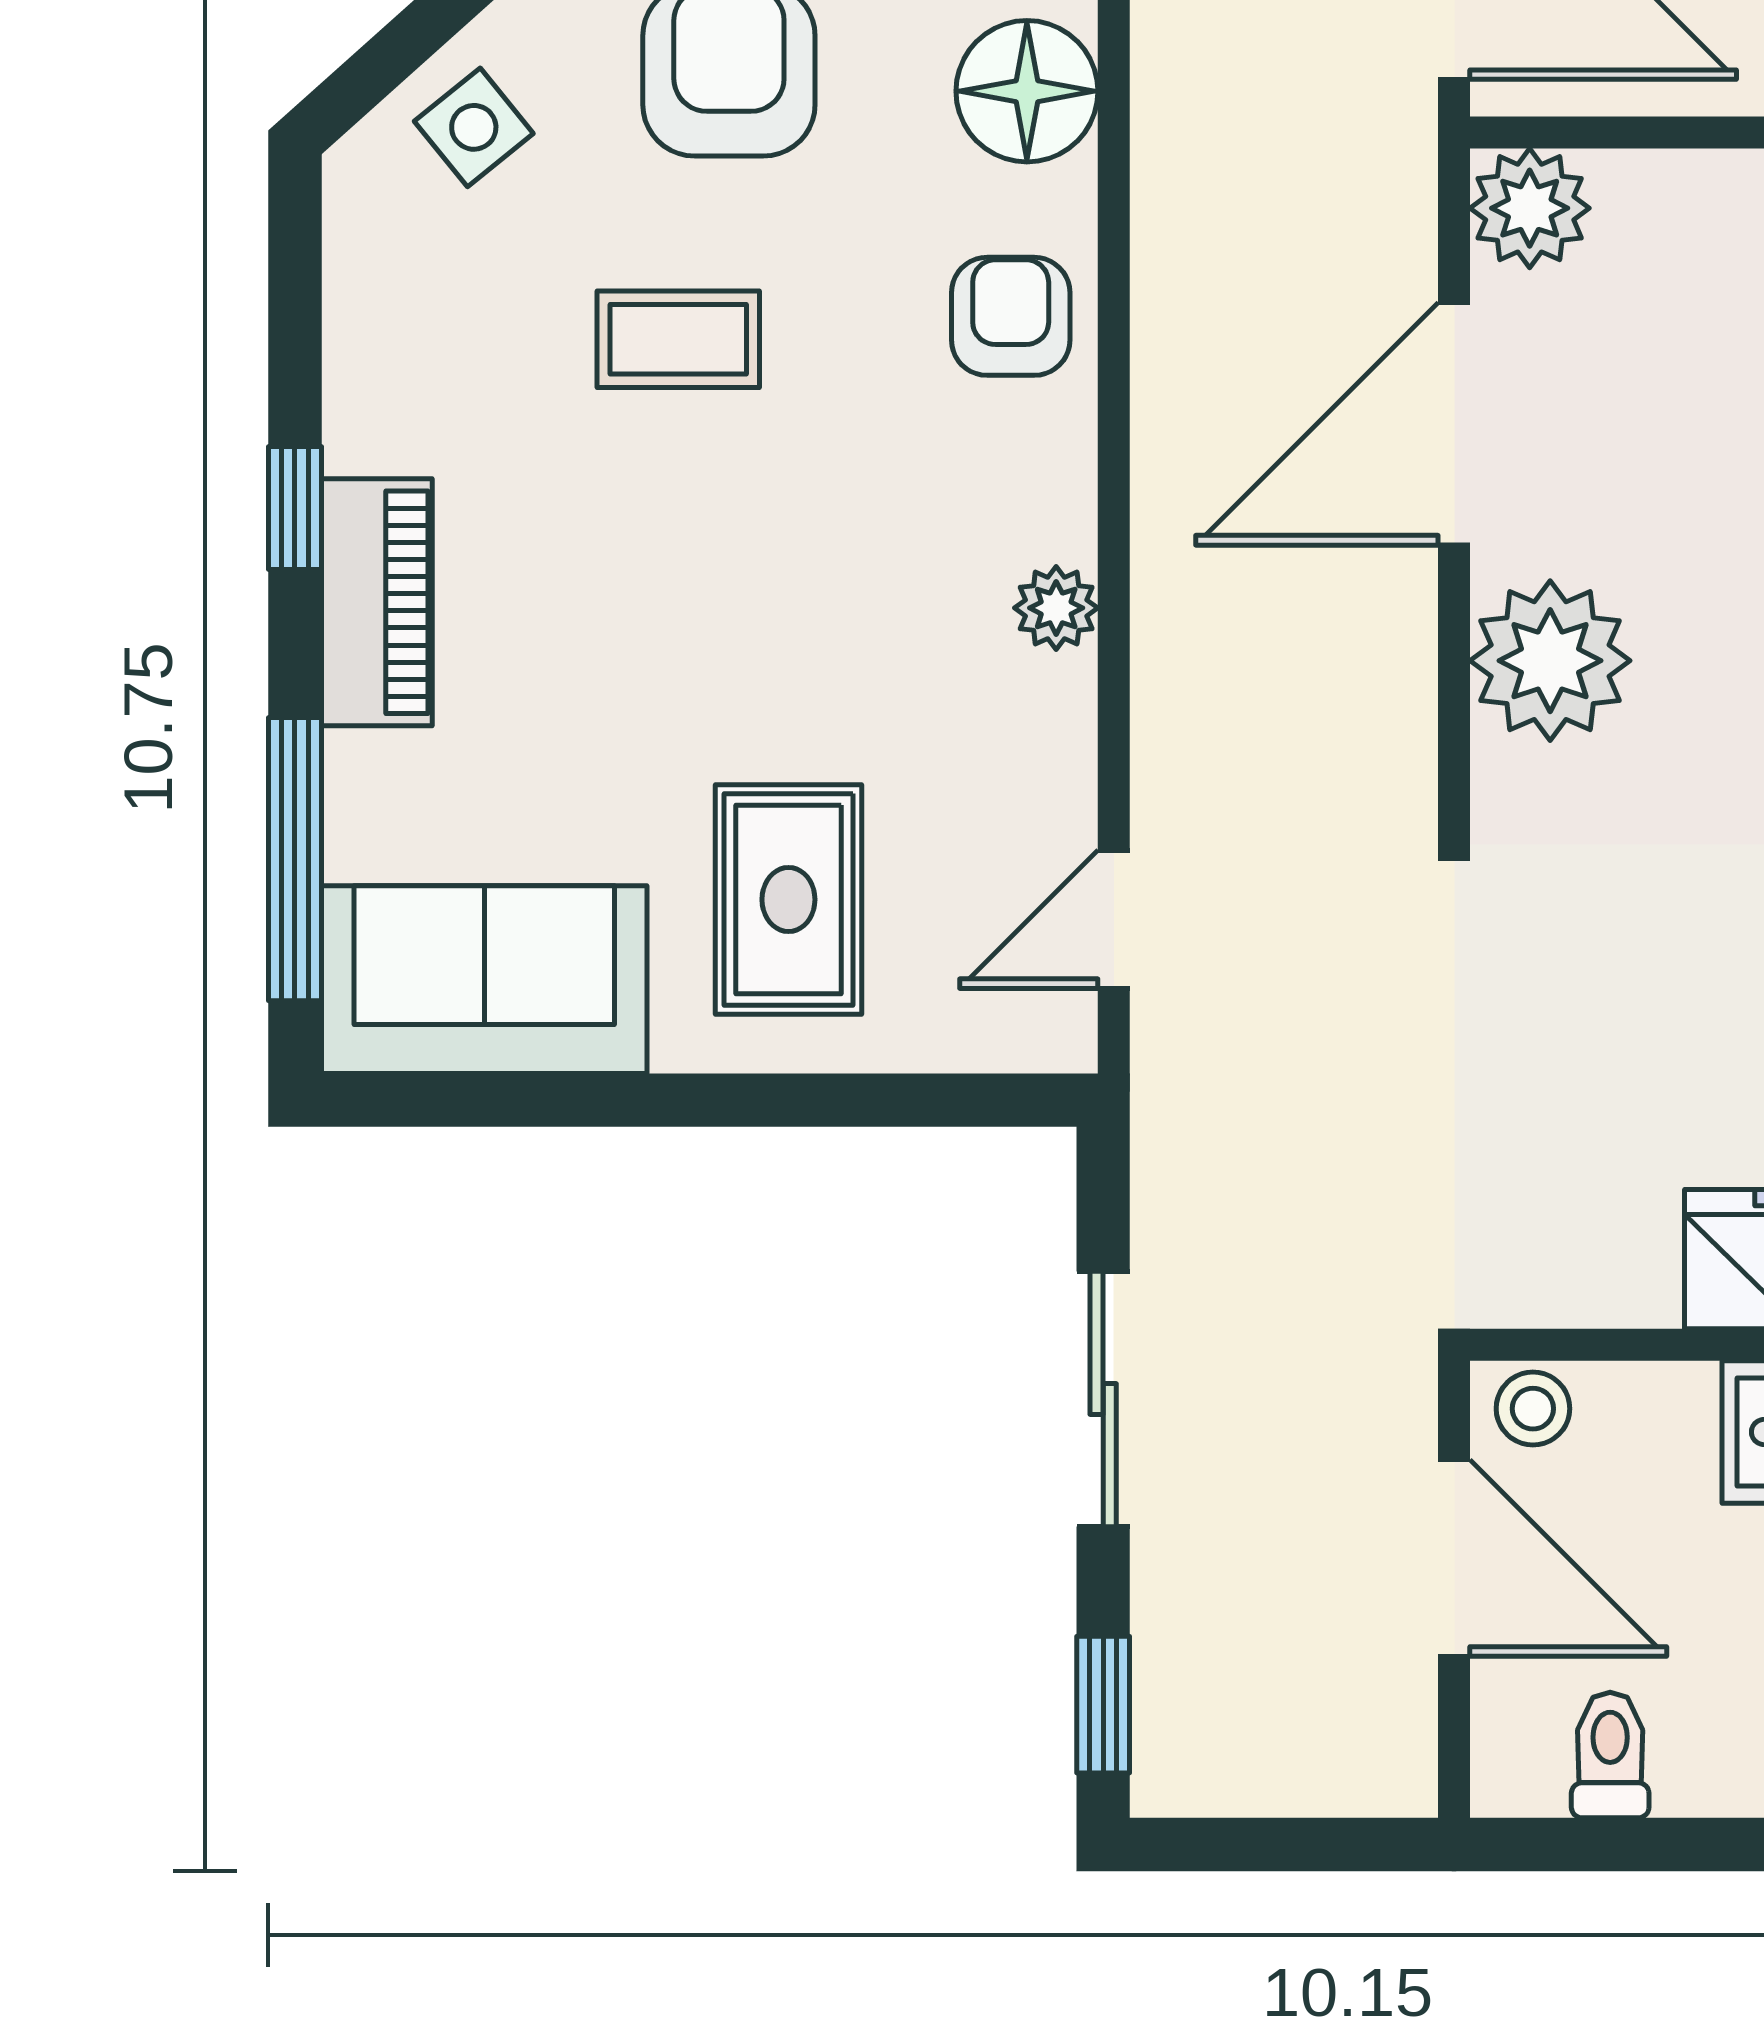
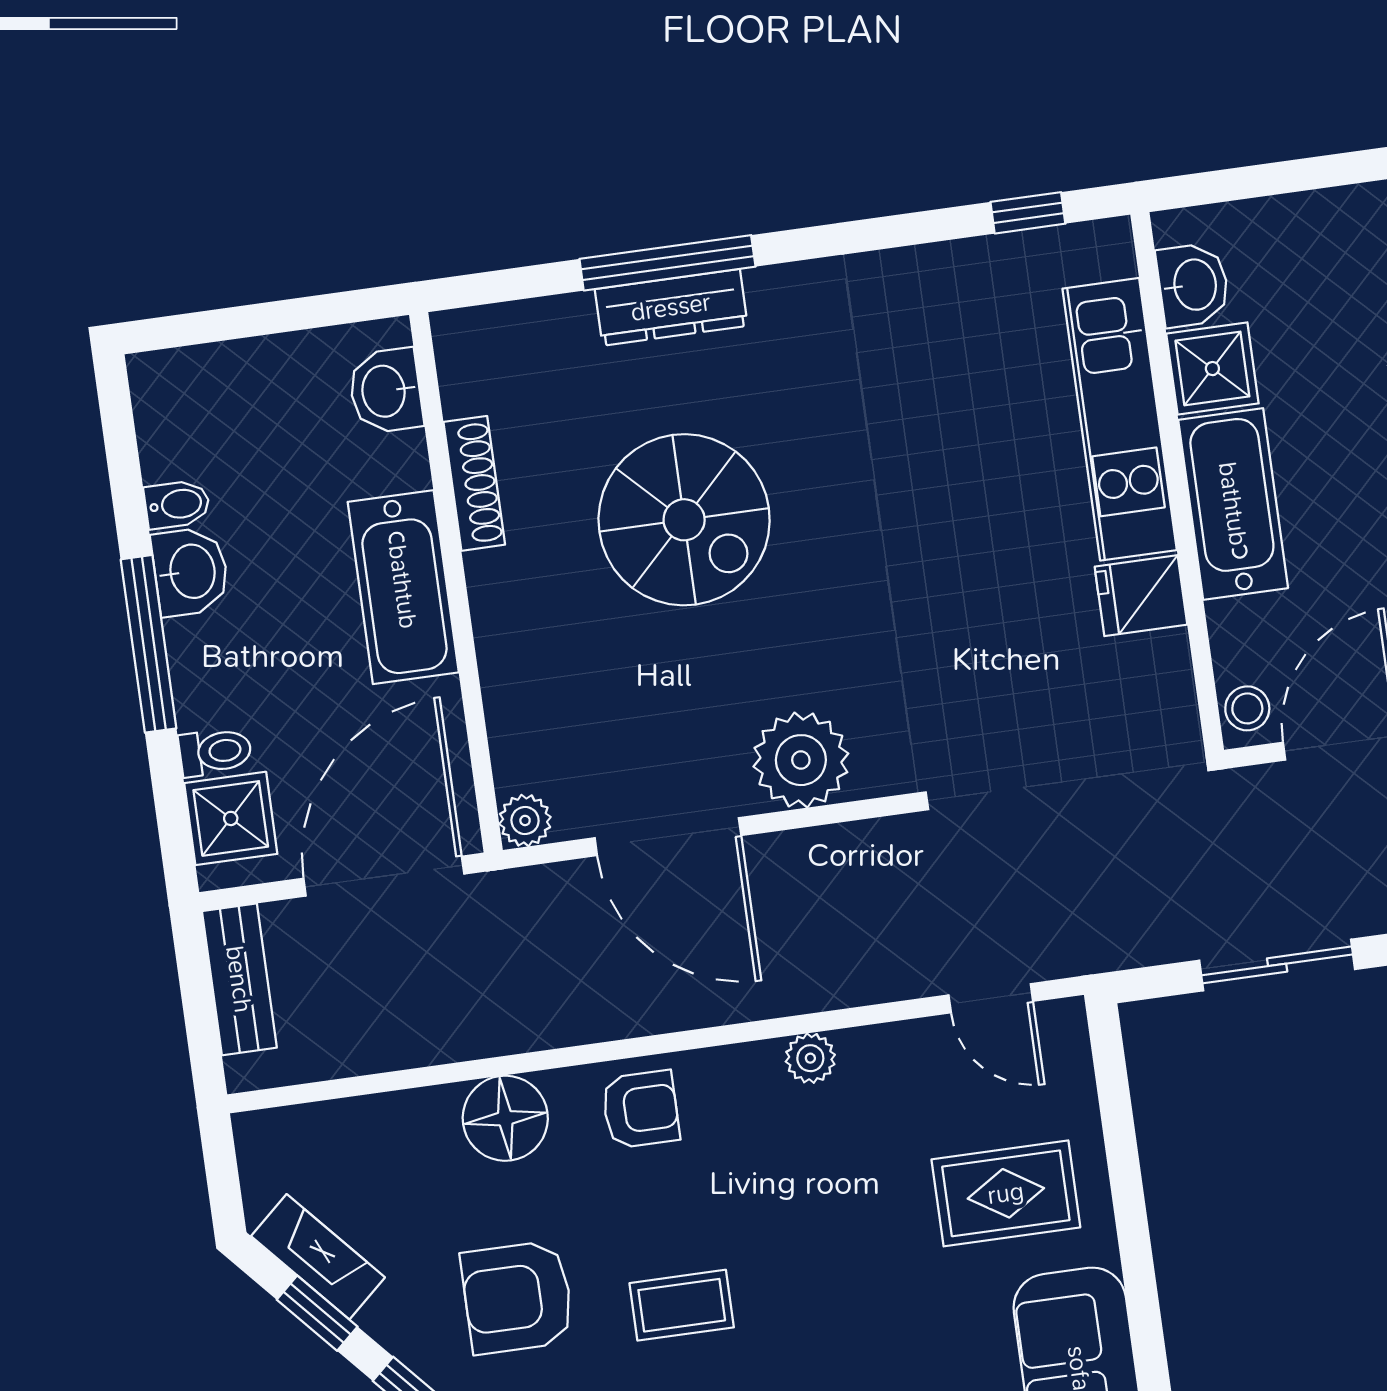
plant: (1530, 208) -> (525, 820), width x0.73, depth x0.73
armchair: (1011, 316) -> (641, 1109), turned 180
coffee table: (678, 339) -> (682, 1305), turned 90

